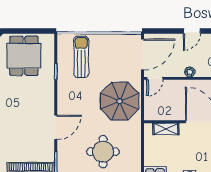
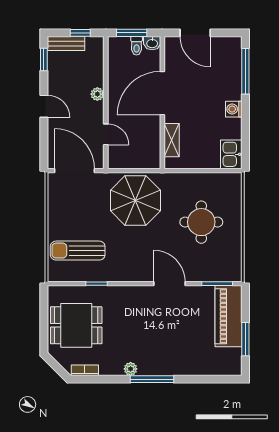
plant: (190, 72) -> (97, 94), moved
door: (155, 78) -> (106, 134), moved

